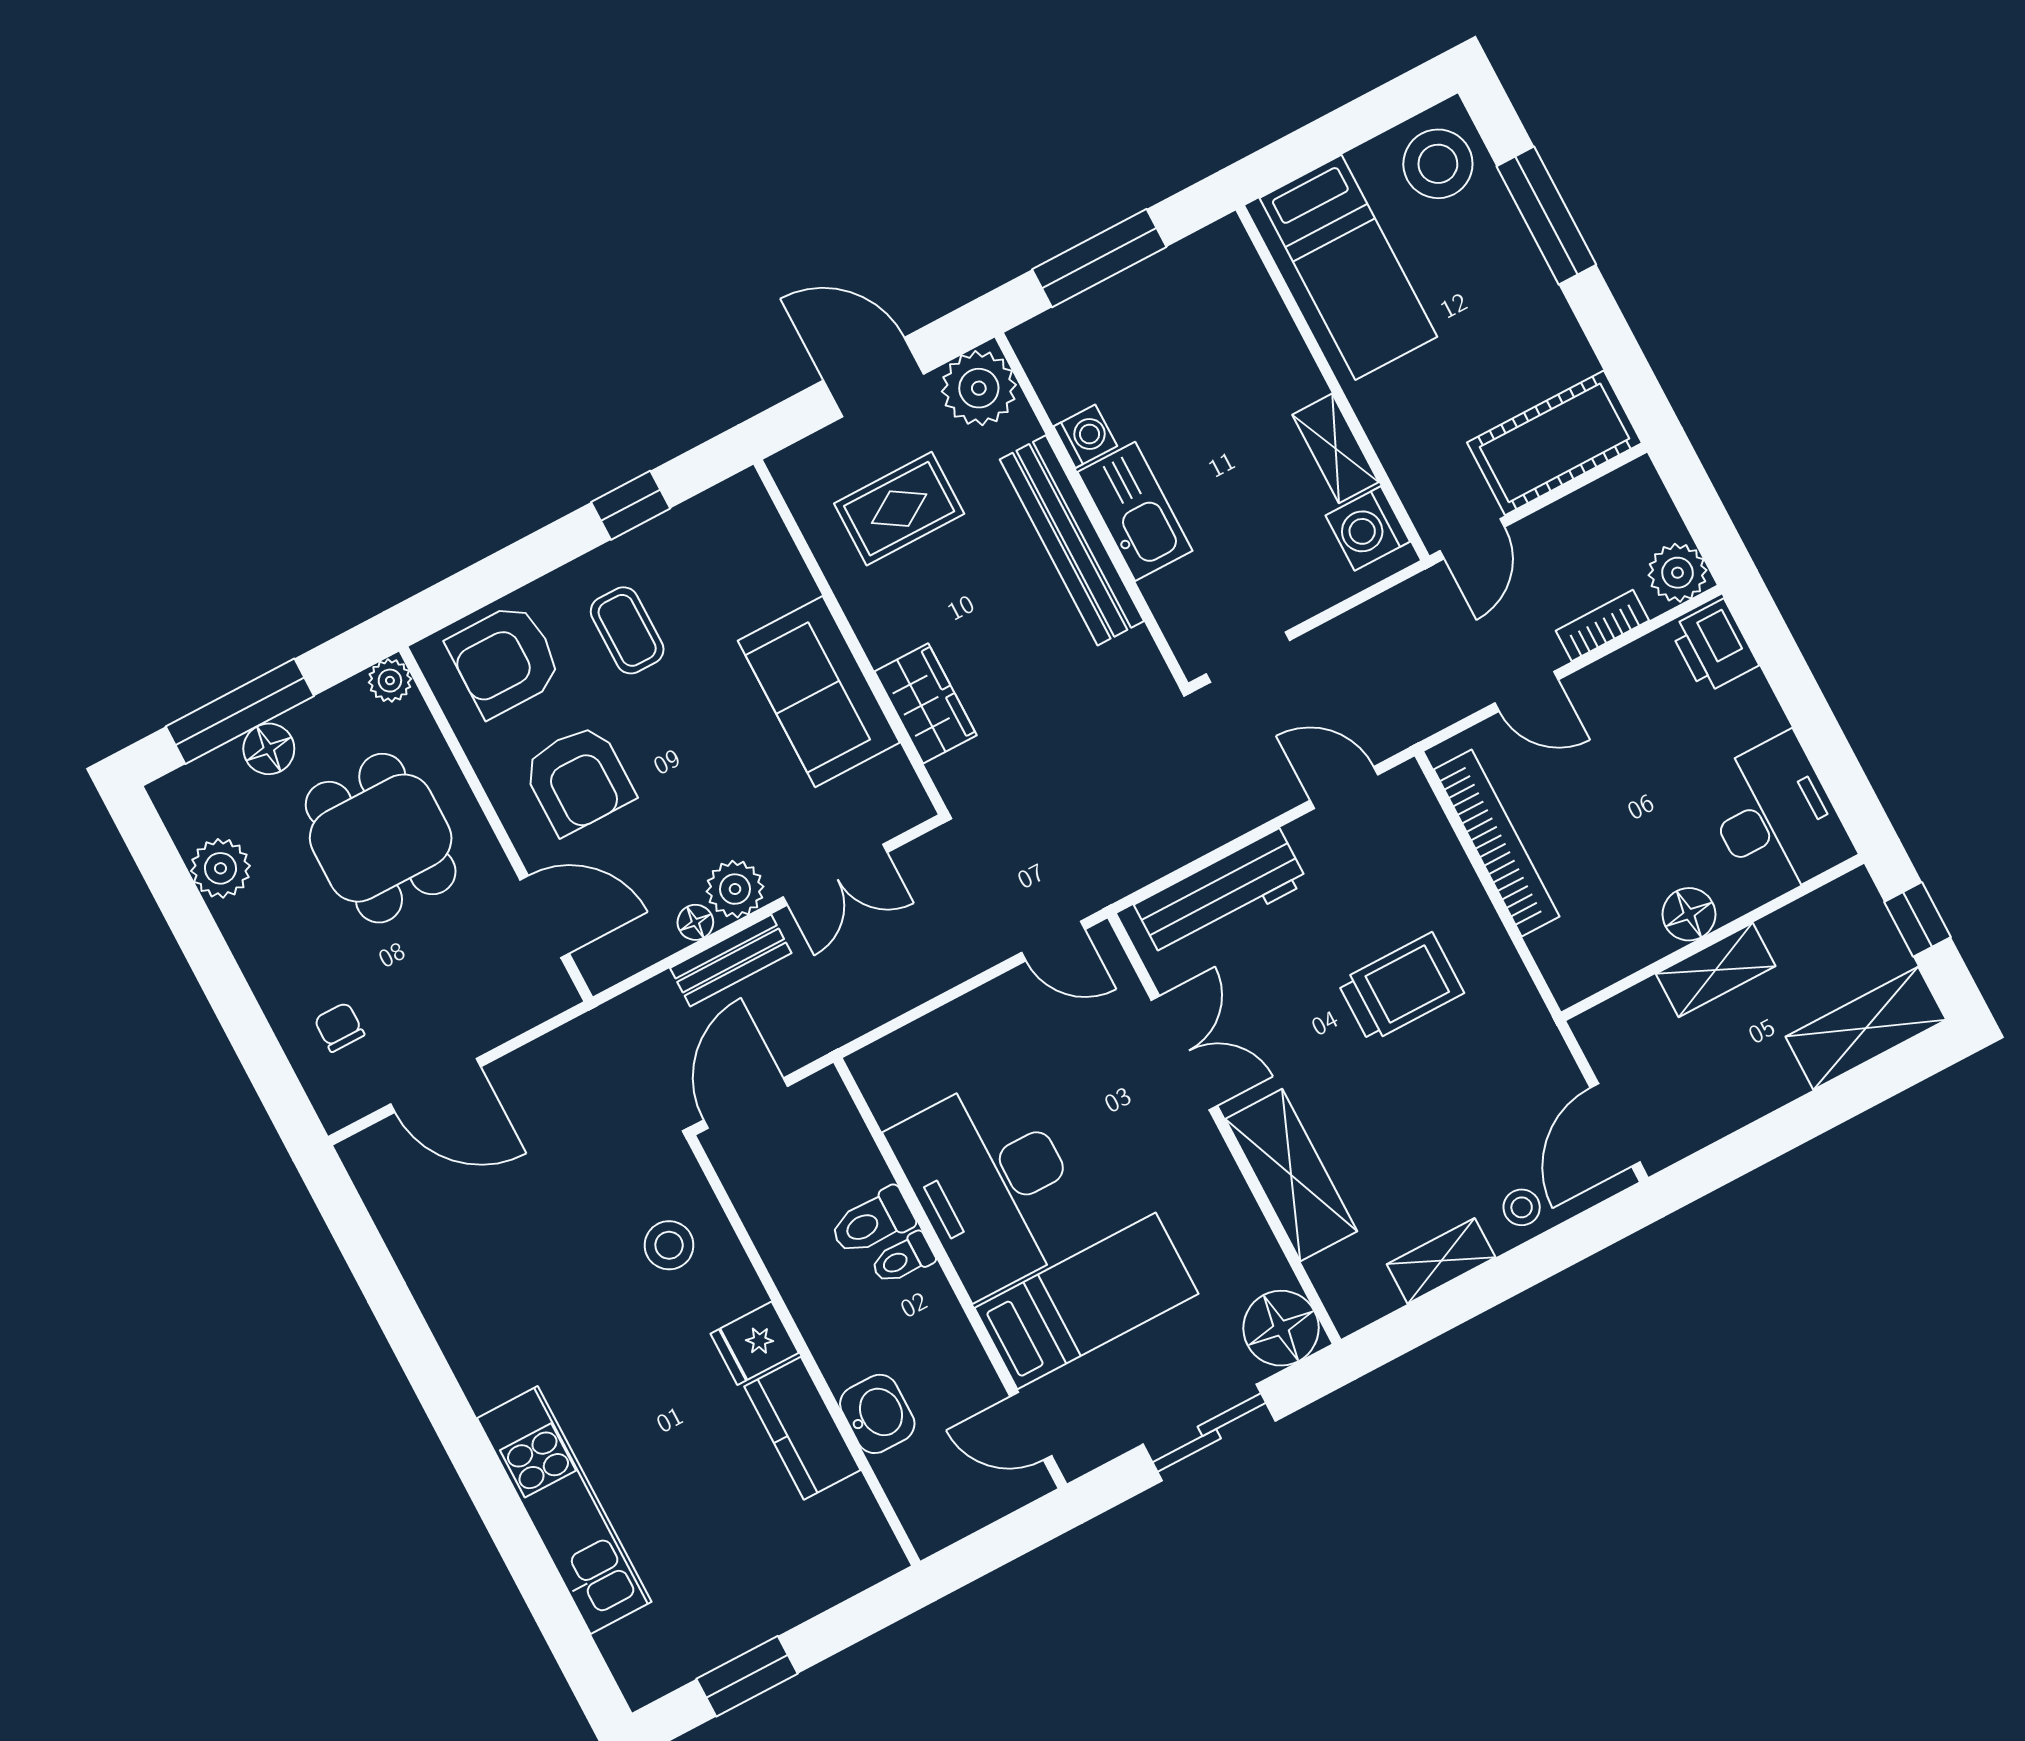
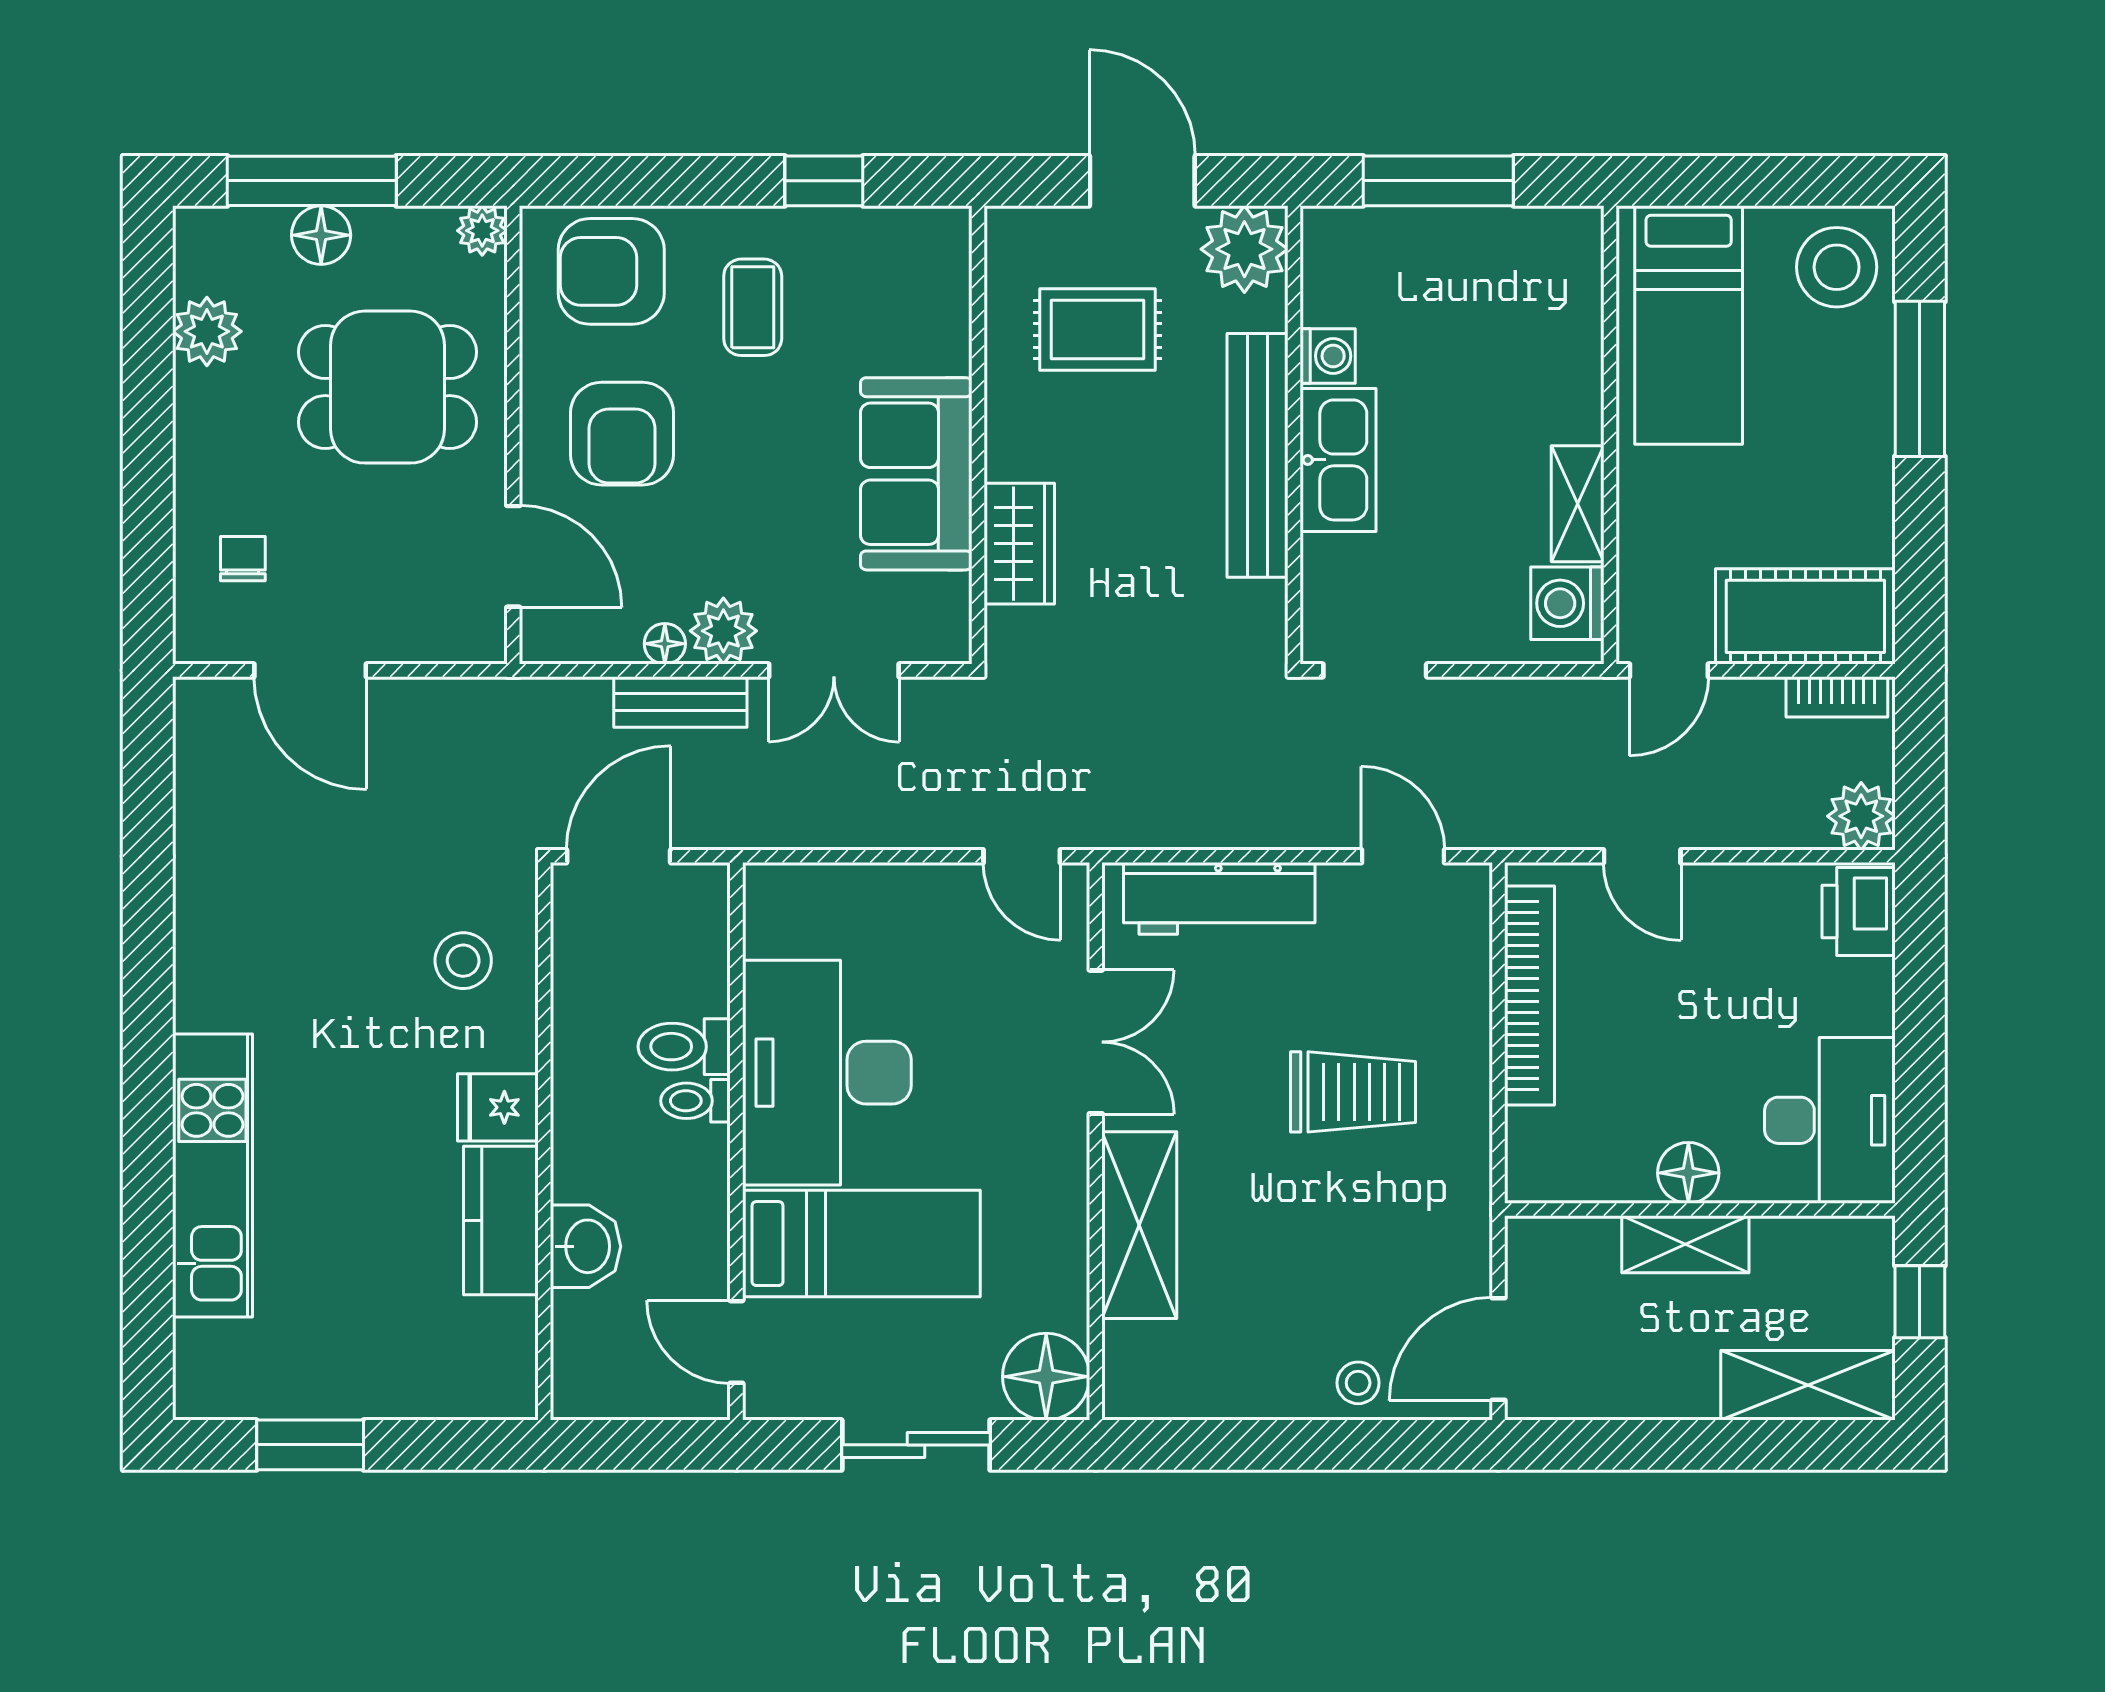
bookcase: (1602, 626) -> (1837, 697), moved, turned 180
dining table: (381, 838) -> (388, 387), turned 90
shelving: (1441, 1261) -> (1247, 1394), removed

